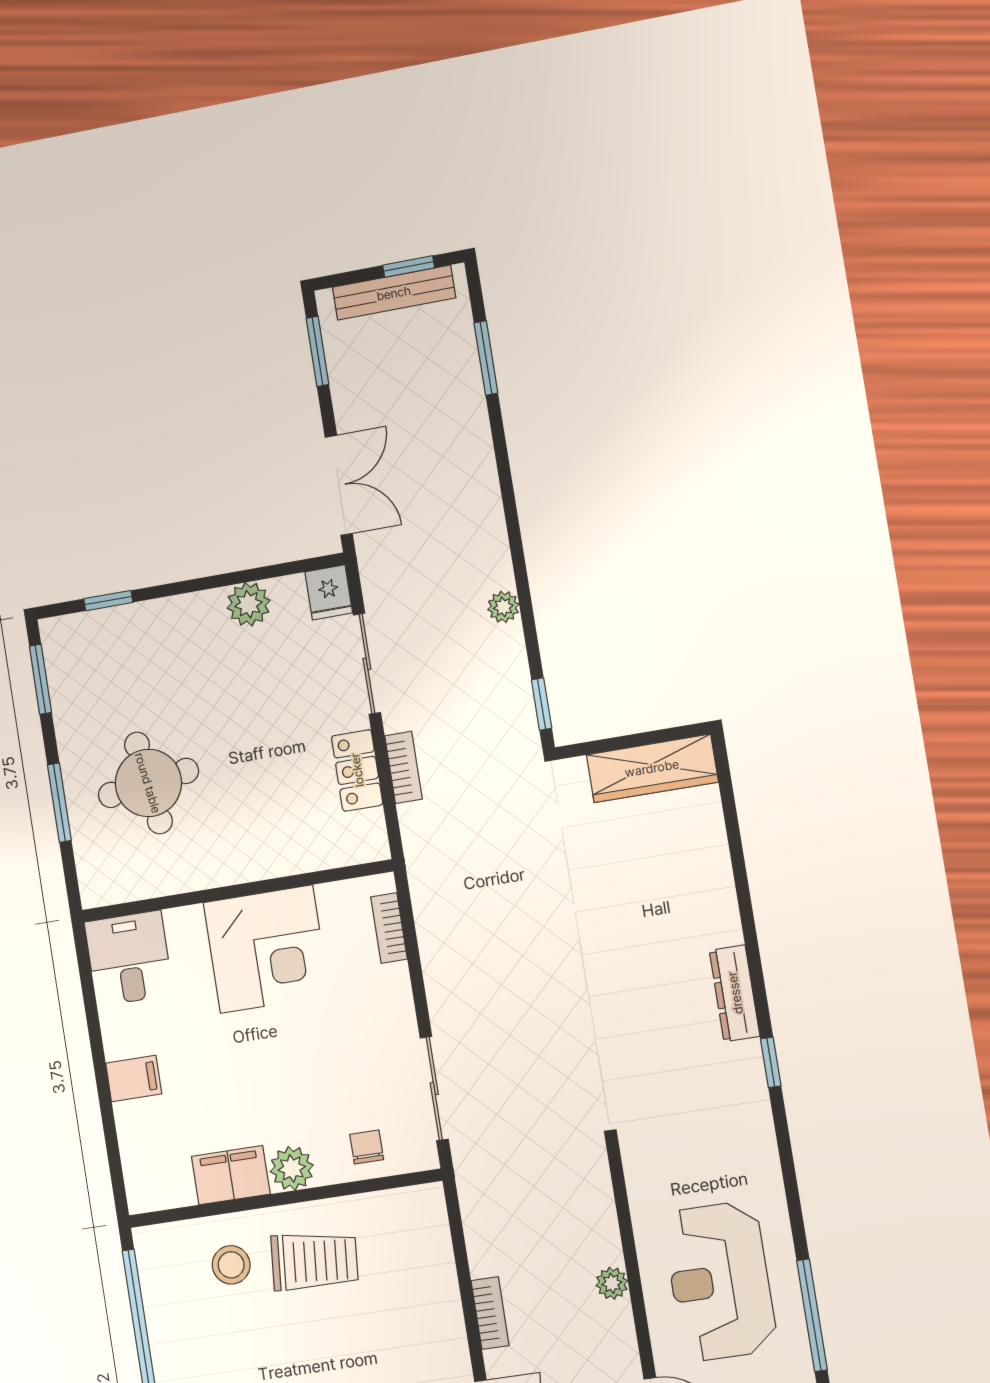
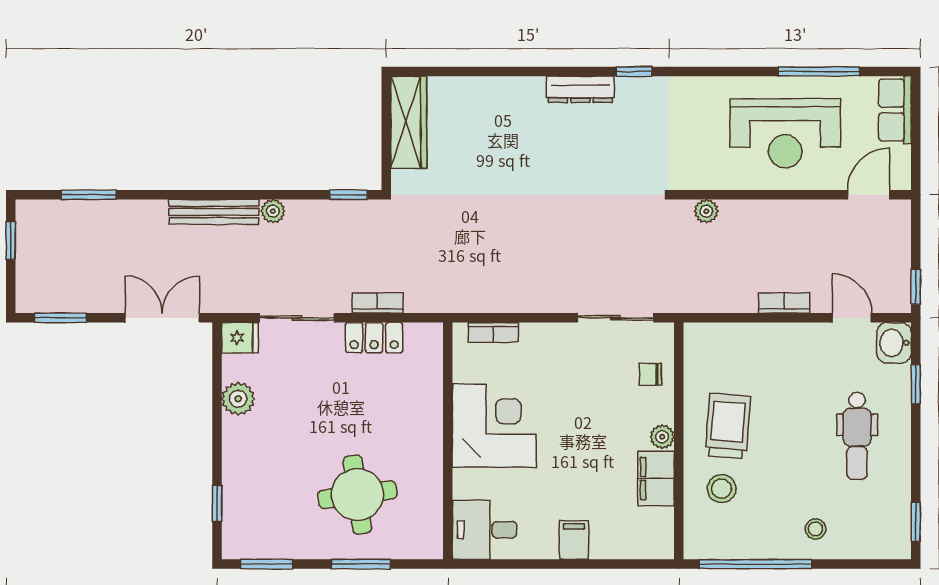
bench: (394, 293) -> (214, 212), moved, turned 90
plant: (292, 1168) -> (662, 437), width x0.73, depth x0.73
plant: (612, 1283) -> (706, 211), moved

